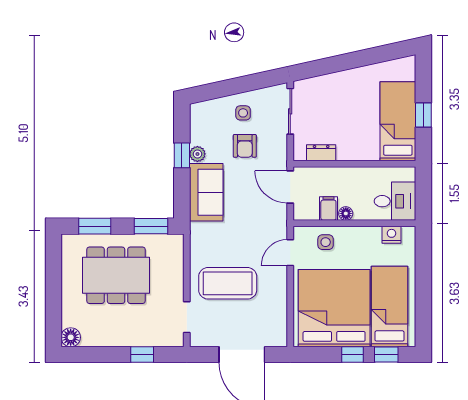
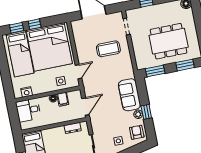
armchair: (245, 146) -> (137, 132), moved
door: (290, 187) -> (85, 107), hinge flipped
coffee table: (228, 283) -> (108, 49), width x0.73, depth x0.76

